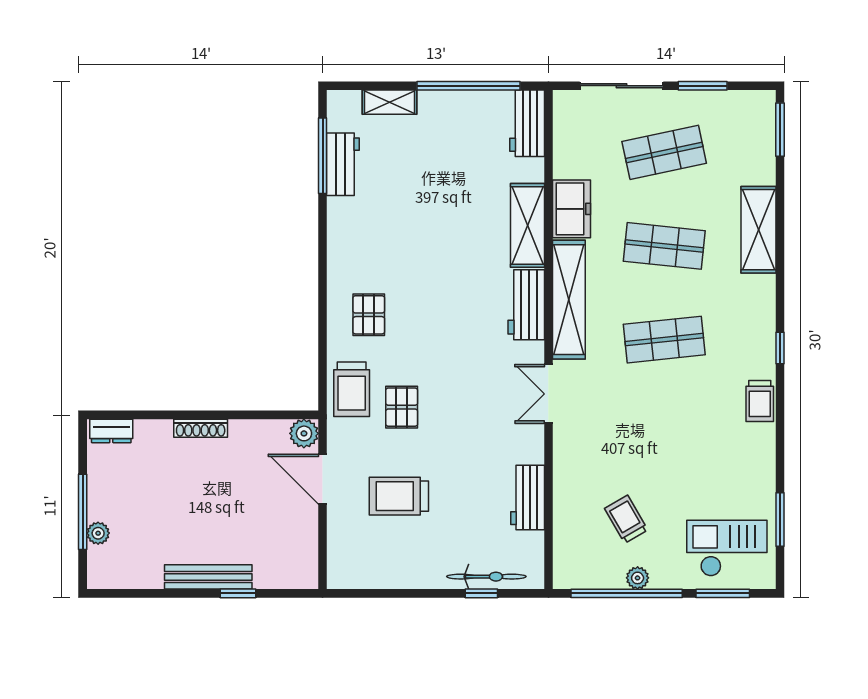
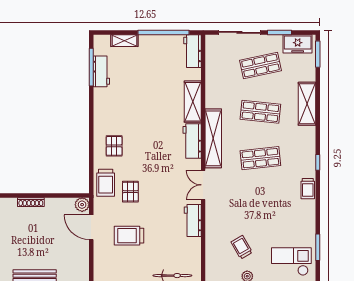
freezer: (571, 209) -> (298, 44), moved, turned 90
workbench: (528, 497) -> (193, 220), moved

